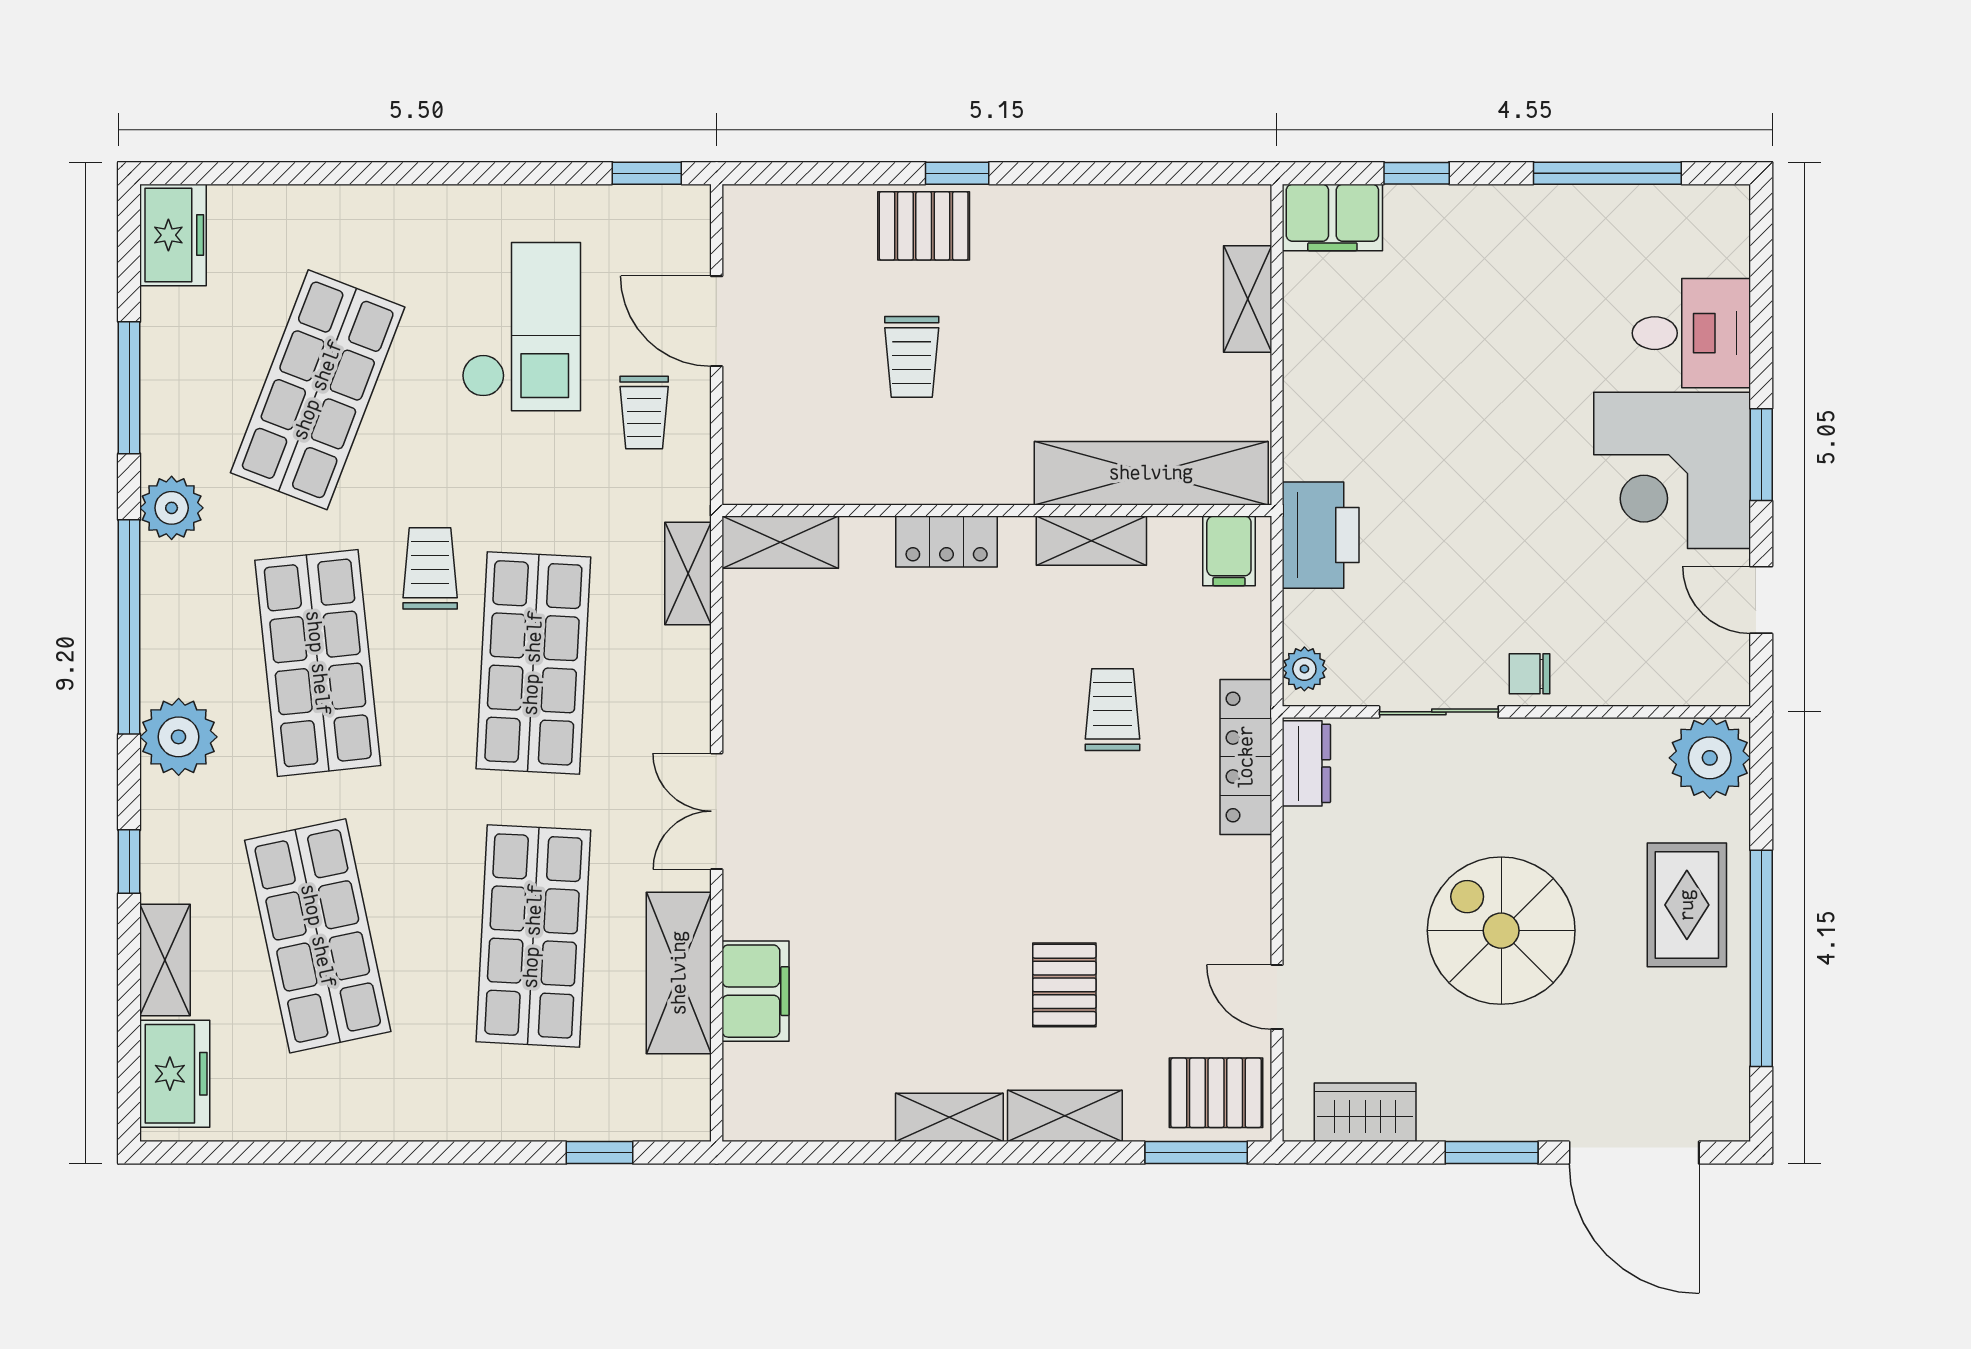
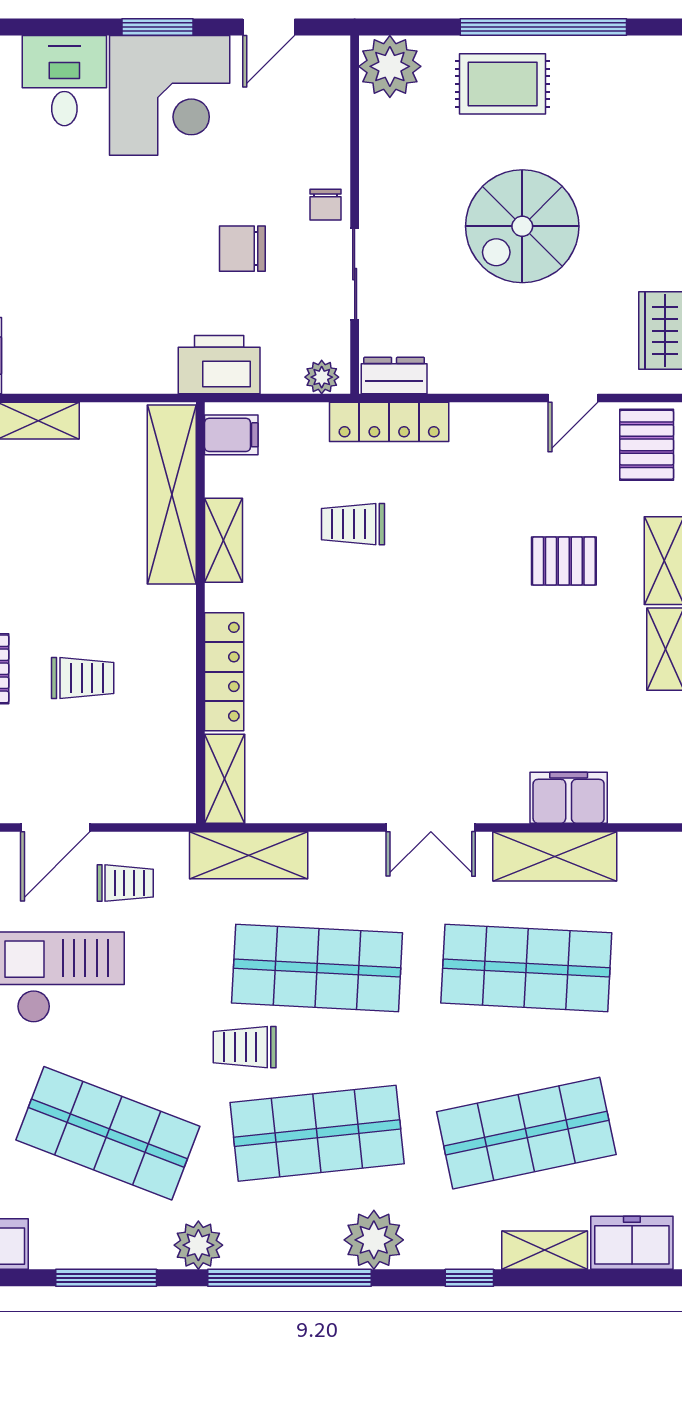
locker: (947, 542) -> (224, 672), width x1.53
chair: (1472, 565) -> (242, 249), added
shelving: (688, 573) -> (249, 855), width x1.50, depth x1.33

